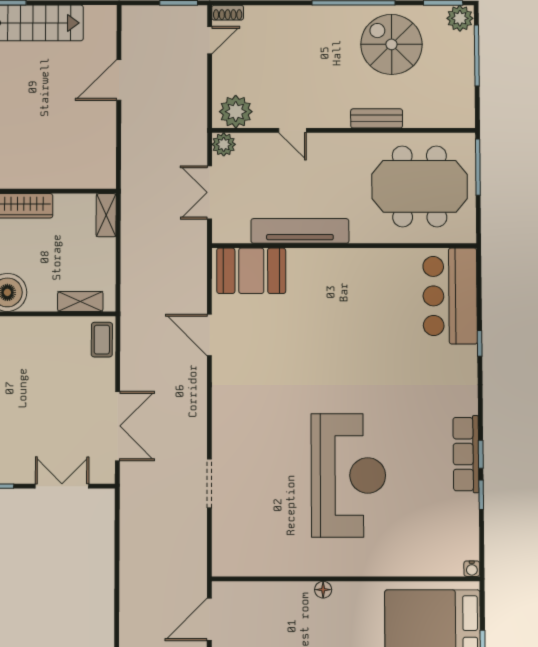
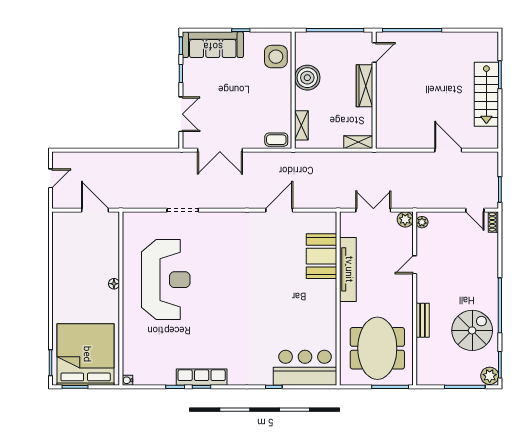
plant: (236, 112) -> (422, 222), width x0.53, depth x0.53
booth: (251, 271) -> (322, 256), moved
reception desk: (348, 475) -> (166, 280), moved, turned -90

